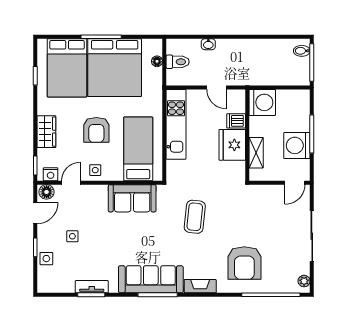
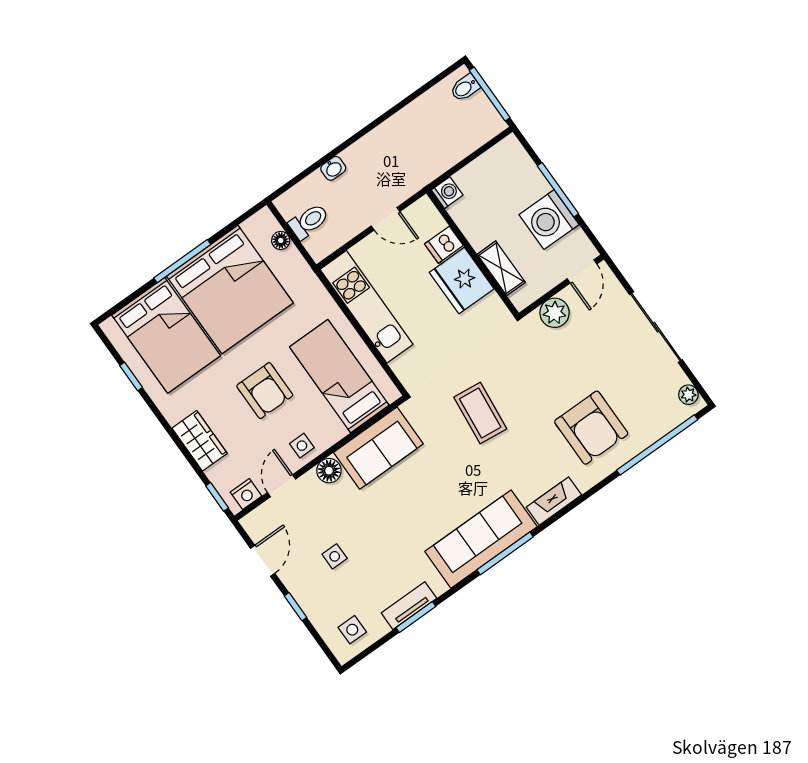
washing machine: (262, 102) -> (447, 193), width x0.53, depth x0.53
floor lamp: (47, 192) -> (329, 471), moved
plant: (267, 193) -> (555, 313), added
side table: (46, 259) -> (352, 630), moved

